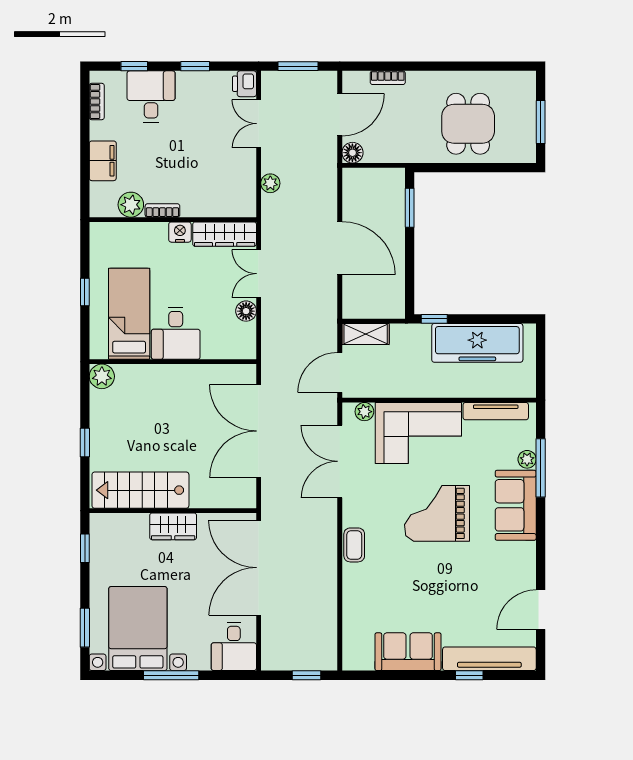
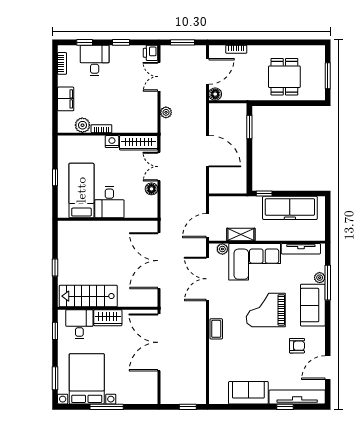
shelving: (366, 334) -> (241, 234), moved
plant: (102, 376) -> (65, 228), removed
armchair: (489, 573) -> (297, 346), added
desk: (234, 647) -> (79, 324), moved, turned 180

